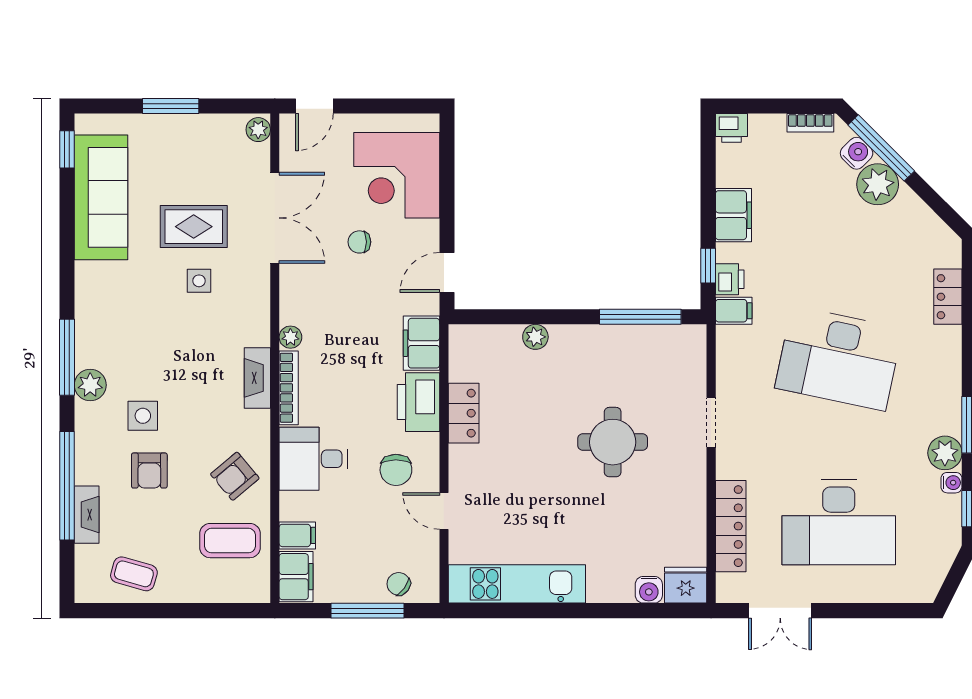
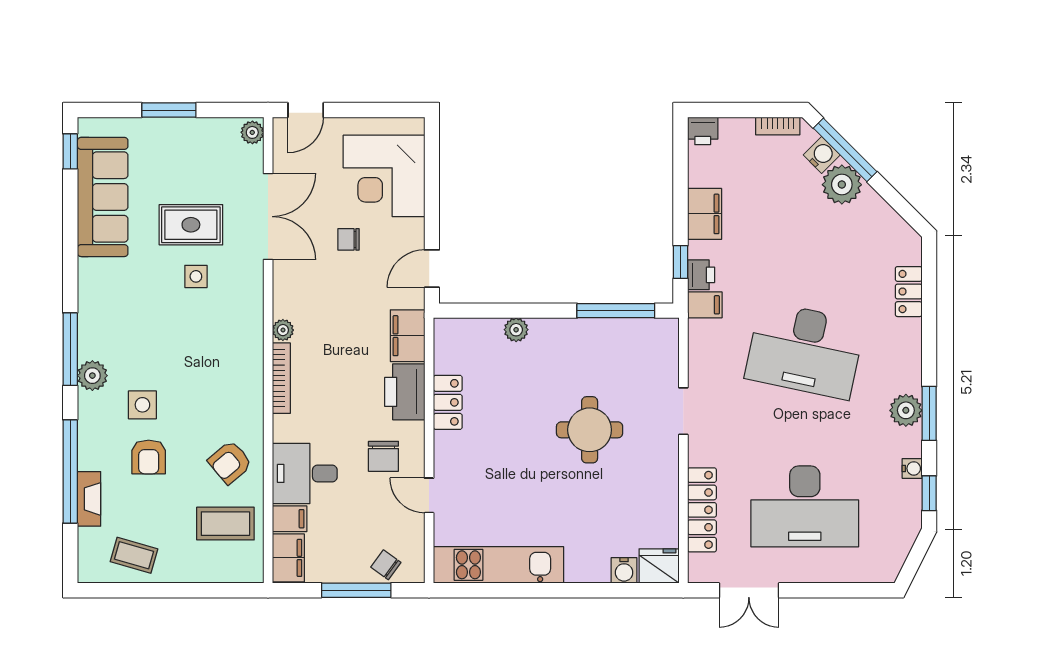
fireplace: (257, 378) -> (251, 369), removed
plant: (945, 453) -> (906, 410), moved
desk: (313, 459) -> (305, 473), moved

